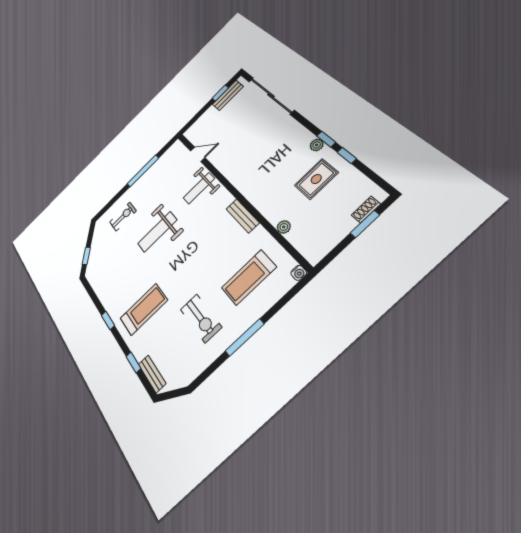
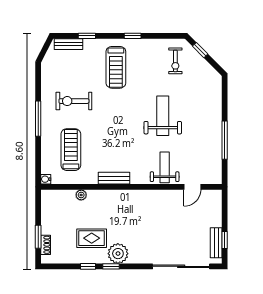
plant: (317, 145) -> (118, 254), width x1.88, depth x1.88
rug: (316, 179) -> (92, 238), turned 90
exercise bike: (123, 216) -> (175, 61), moved

